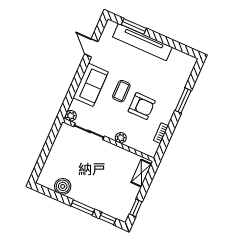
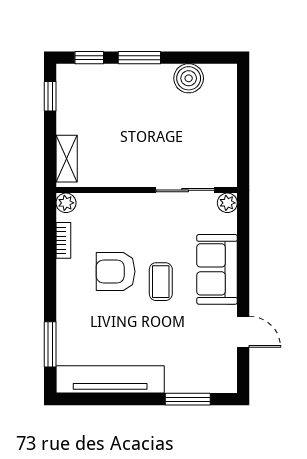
tv unit: (142, 42) -> (110, 379), moved
window: (183, 100) -> (50, 344), moved
plant: (121, 138) -> (66, 203), moved

